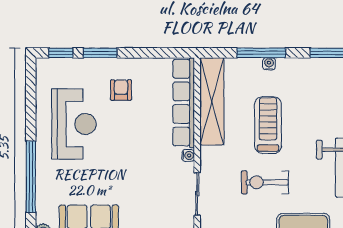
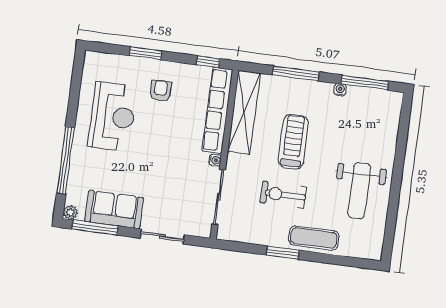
window: (61, 53) -> (208, 62), moved
water cooler: (269, 64) -> (340, 90), moved
sliding door: (197, 194) -> (219, 197), width x1.37

